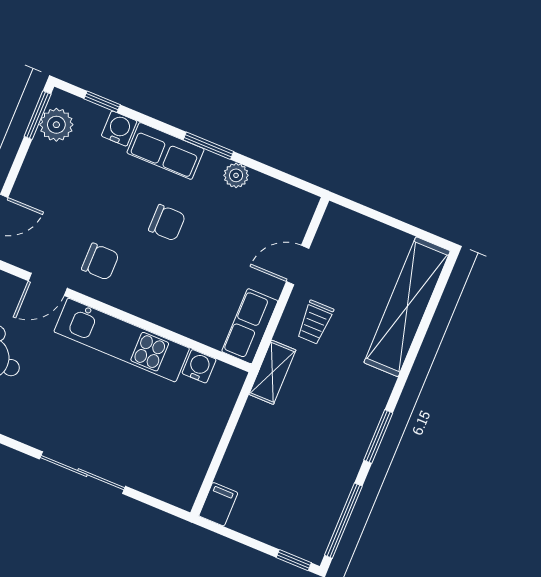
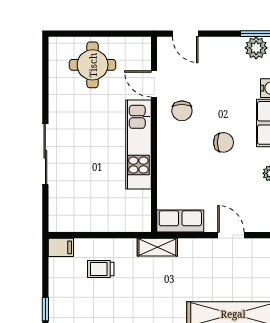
chair: (167, 223) -> (224, 142), turned -90
trolley: (315, 322) -> (101, 269), moved
water cooler: (199, 366) -> (142, 200), removed

